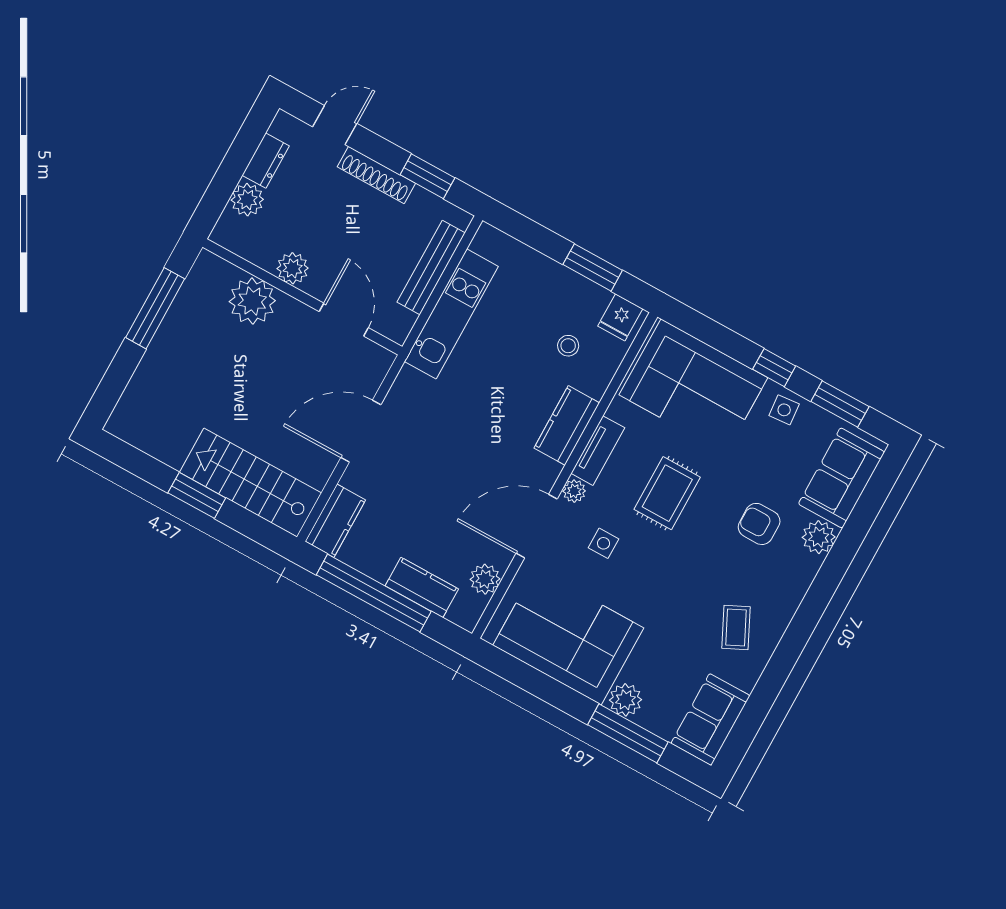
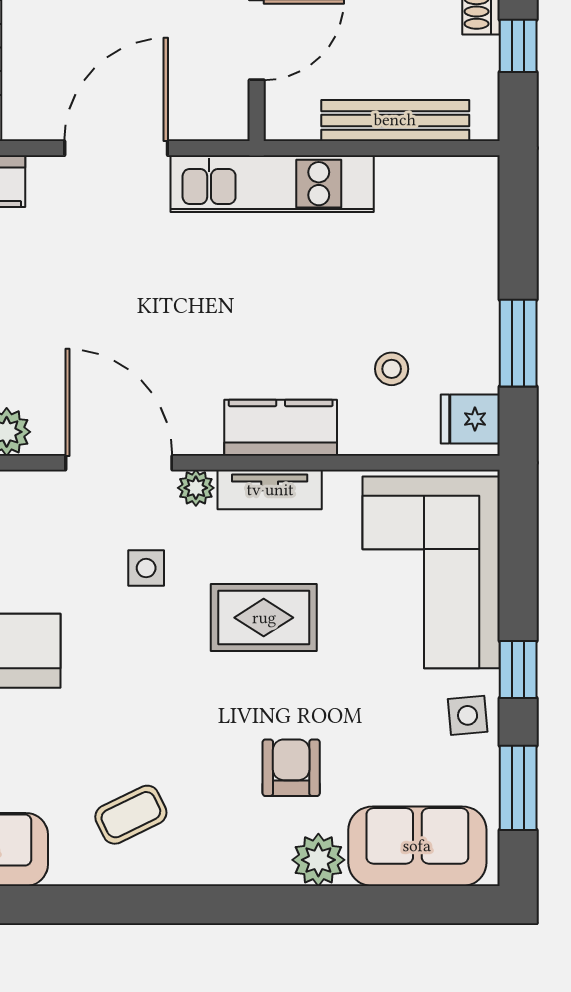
window: (427, 176) -> (518, 46), width x0.67
kitchen unit: (451, 314) -> (272, 184), moved
door: (361, 431) -> (116, 148), hinge flipped

